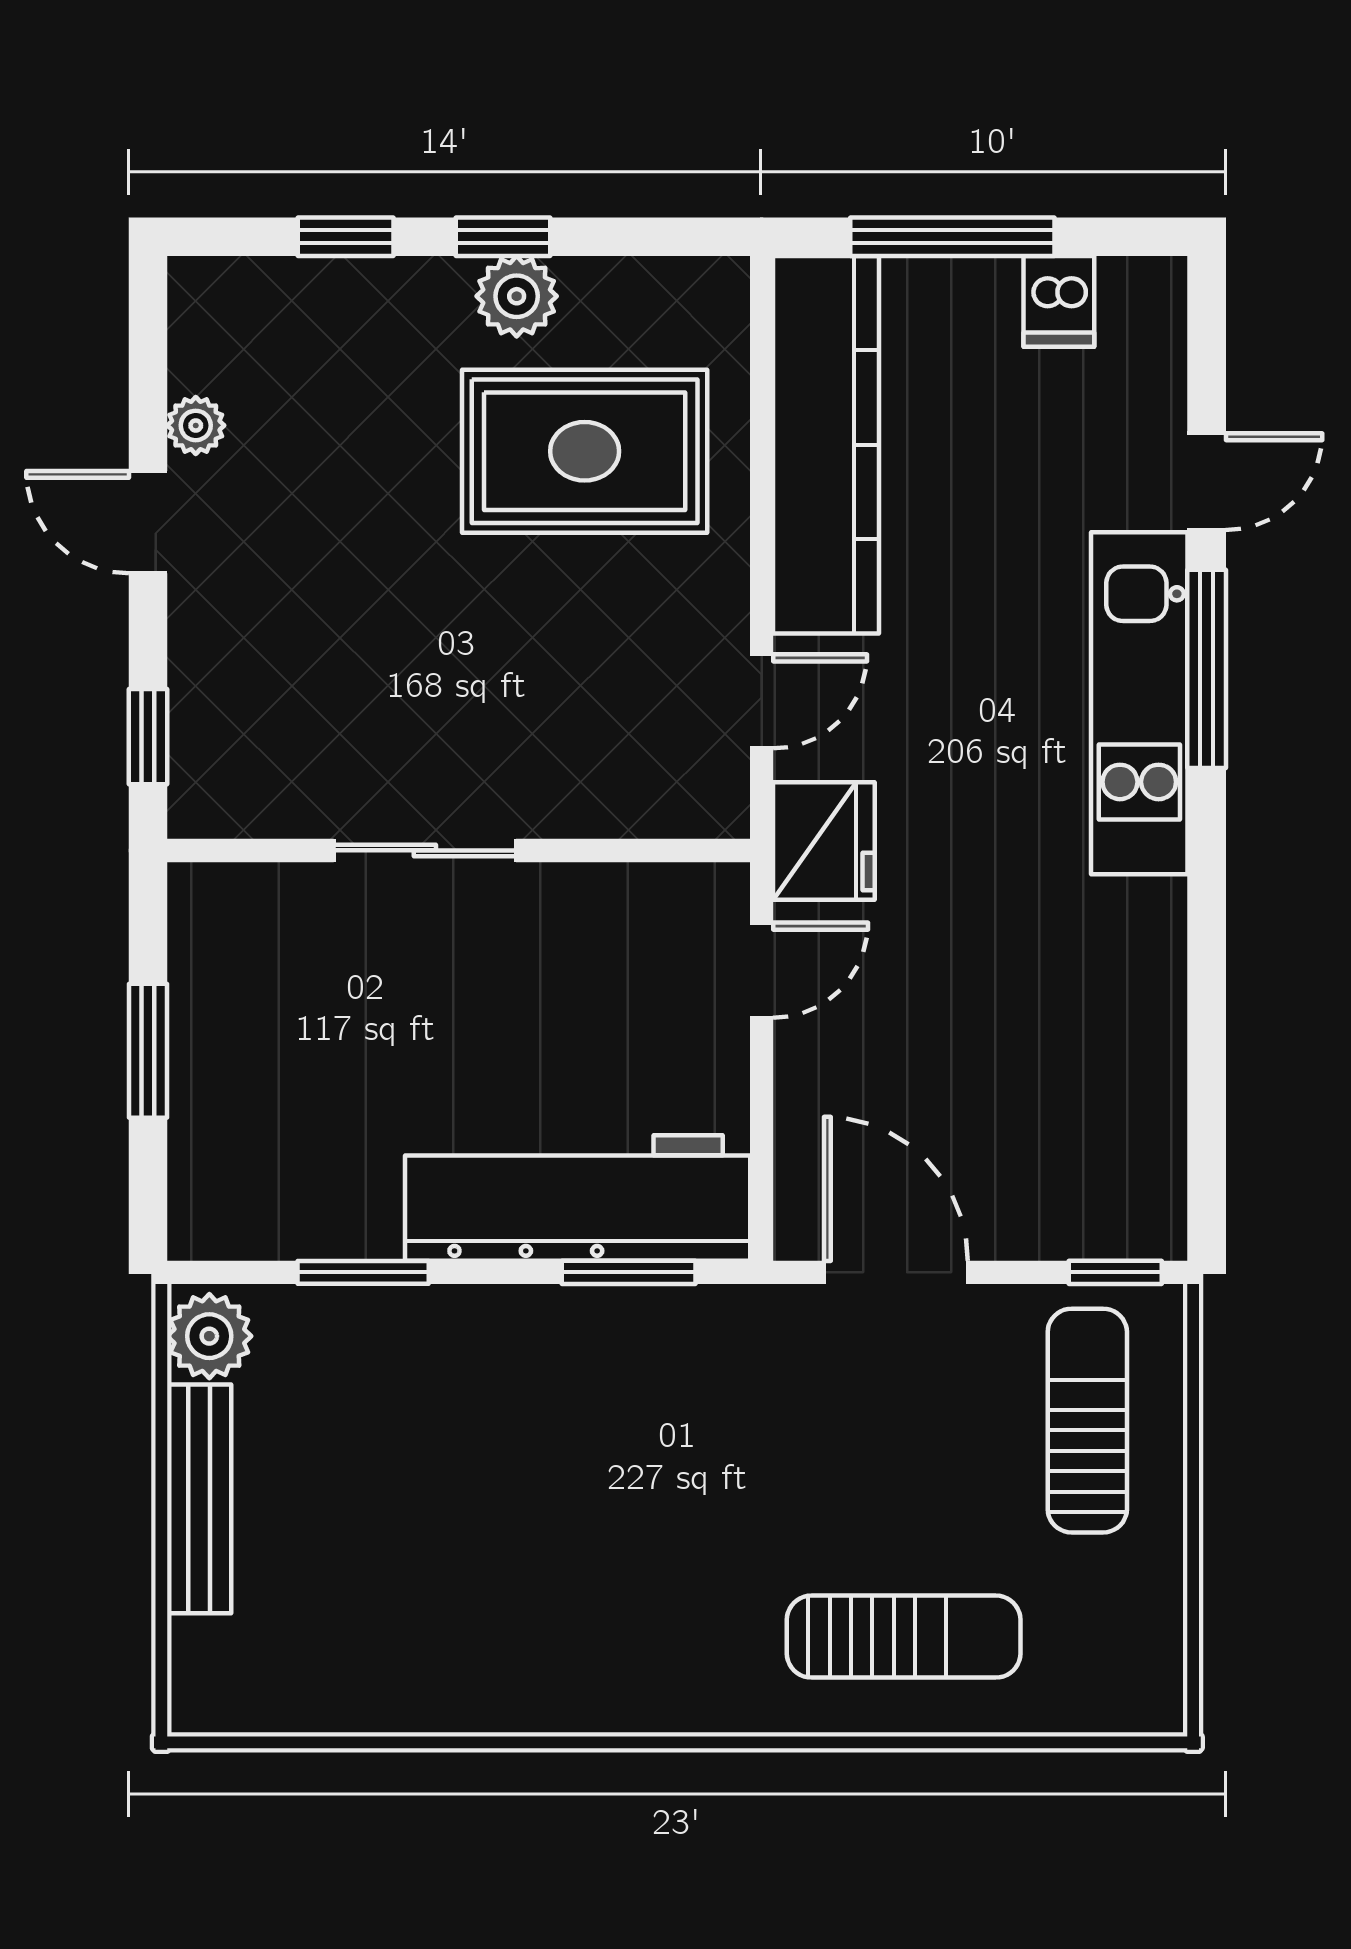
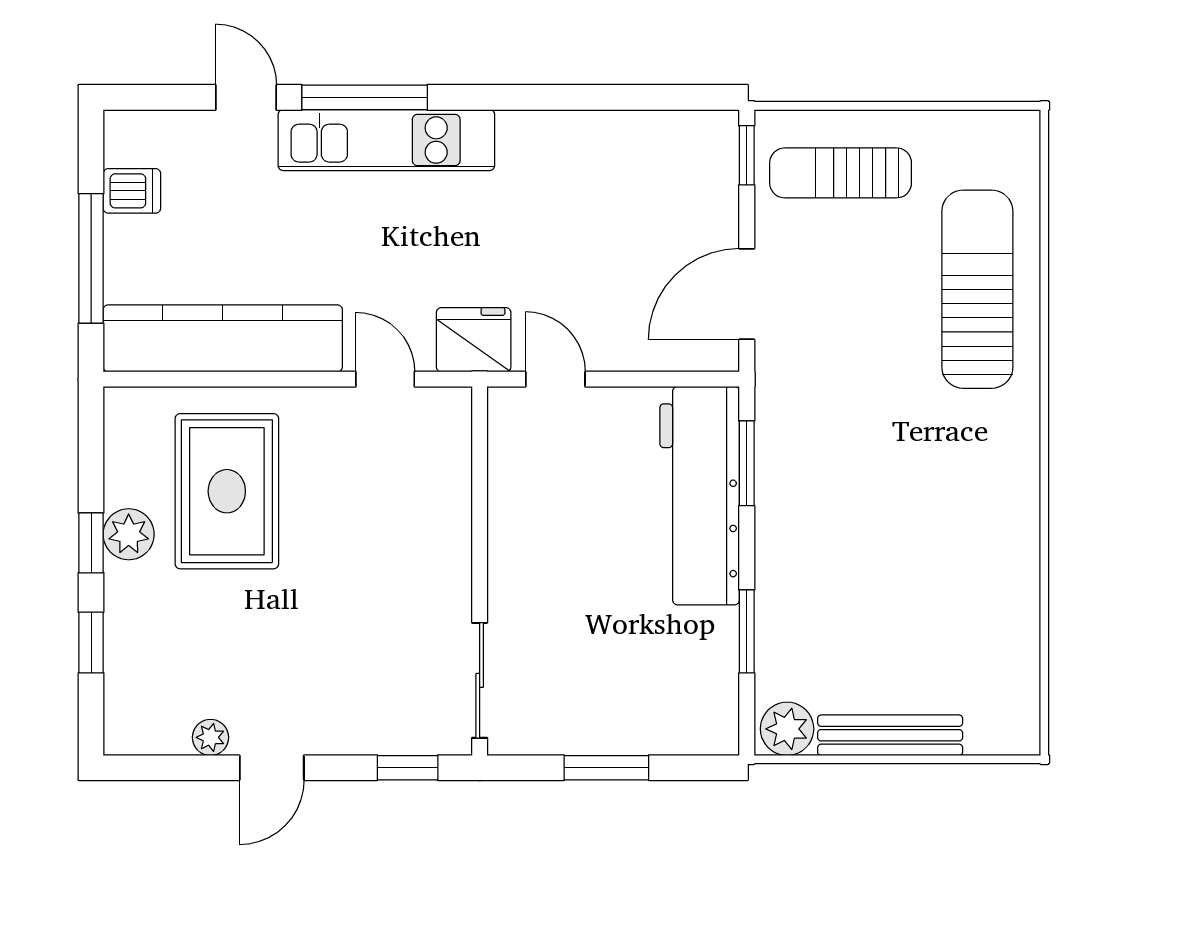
sliding door: (425, 850) -> (480, 680), moved
sun lounger: (904, 1637) -> (977, 289), width x1.36, depth x1.34

